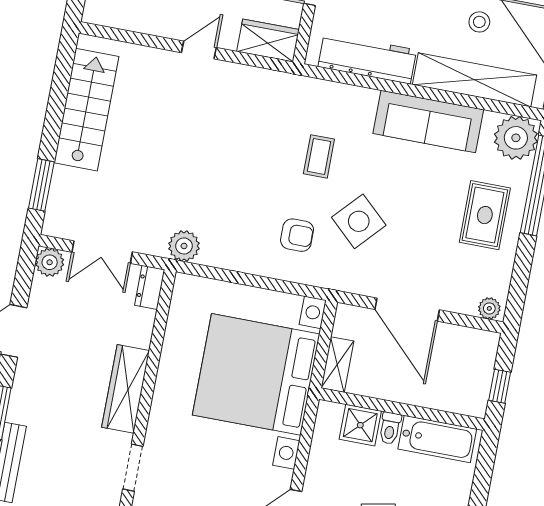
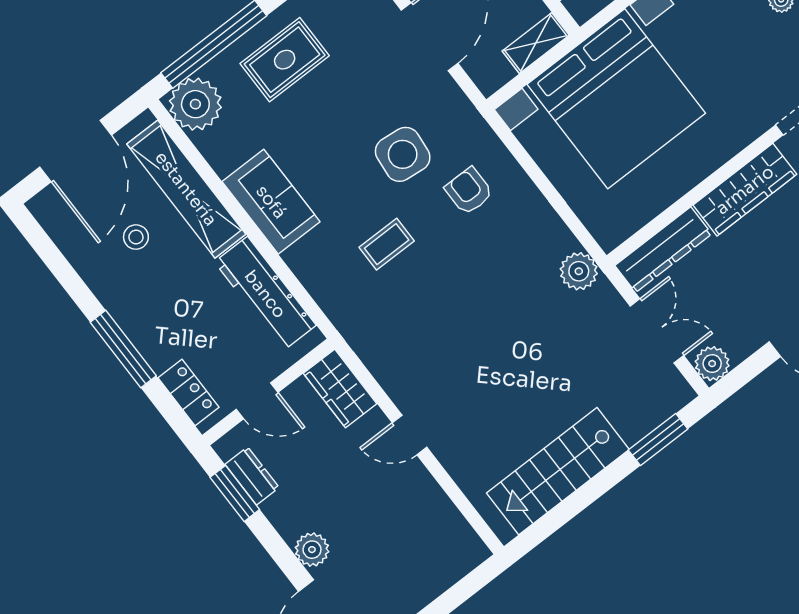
sofa: (428, 121) -> (271, 202), width x0.73
side table: (359, 221) -> (403, 154), turned -37
dresser: (150, 287) -> (663, 250), width x1.96, depth x1.24

